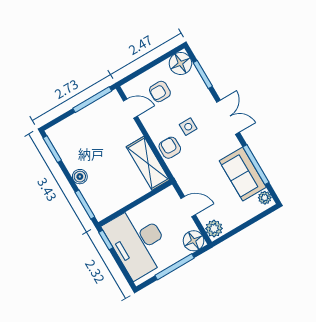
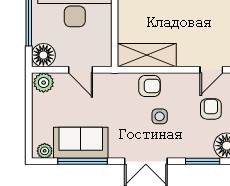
door: (188, 207) -> (81, 70), hinge flipped

